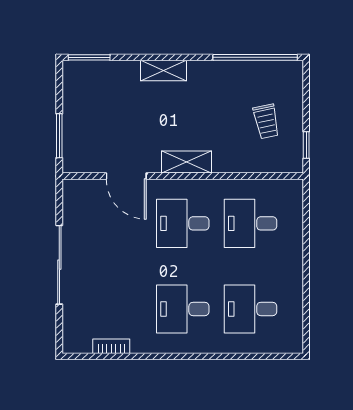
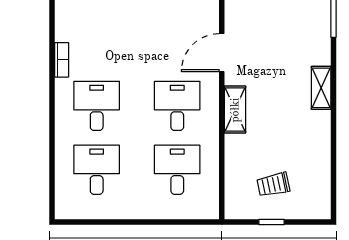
window: (255, 57) -> (334, 174), removed
window: (306, 145) -> (272, 222), moved
bookcase: (111, 346) -> (62, 60), moved

